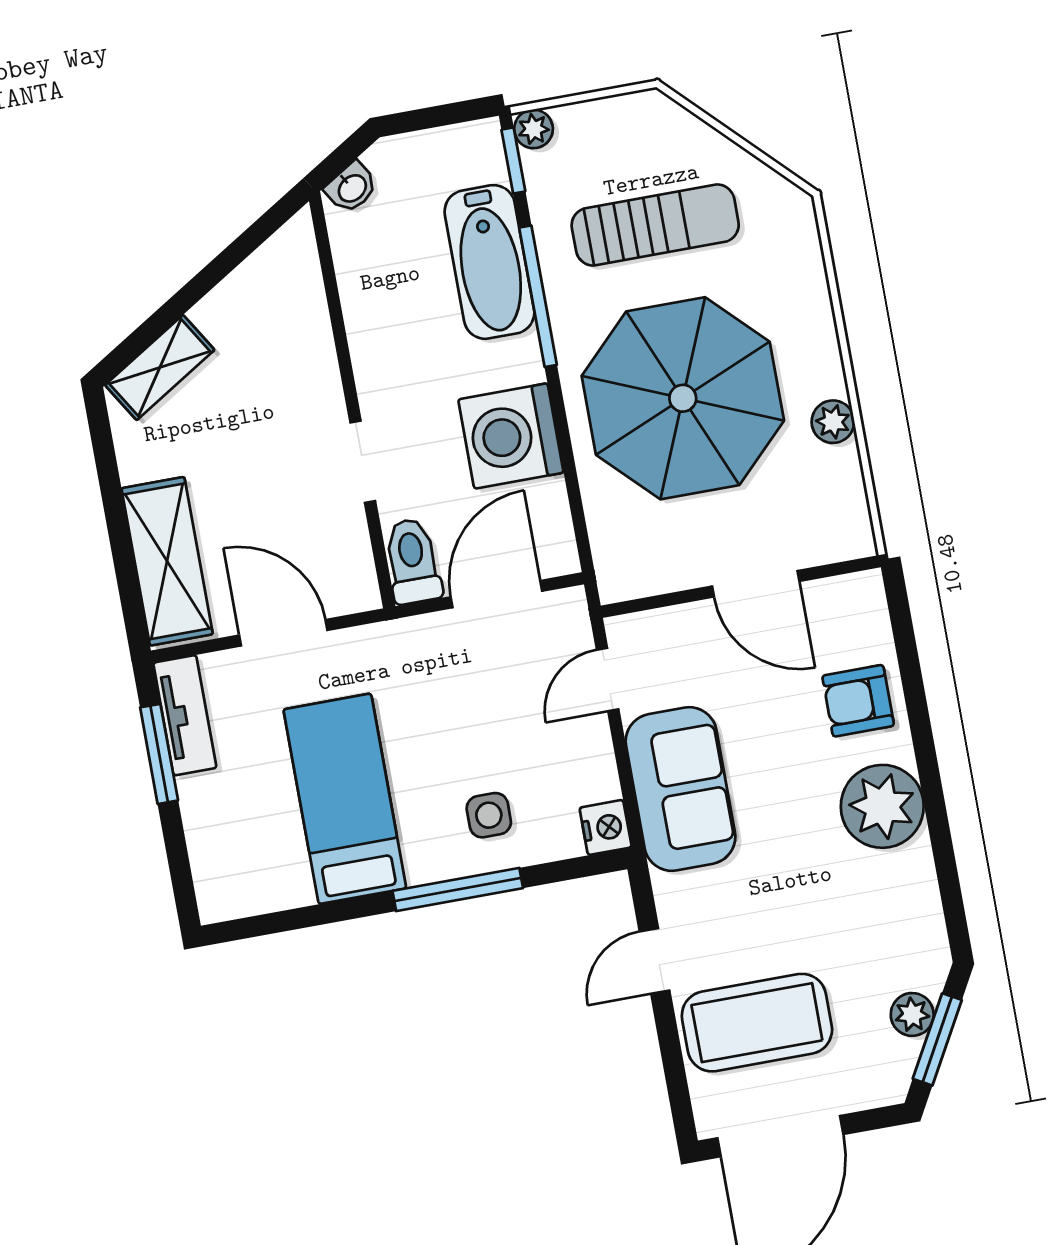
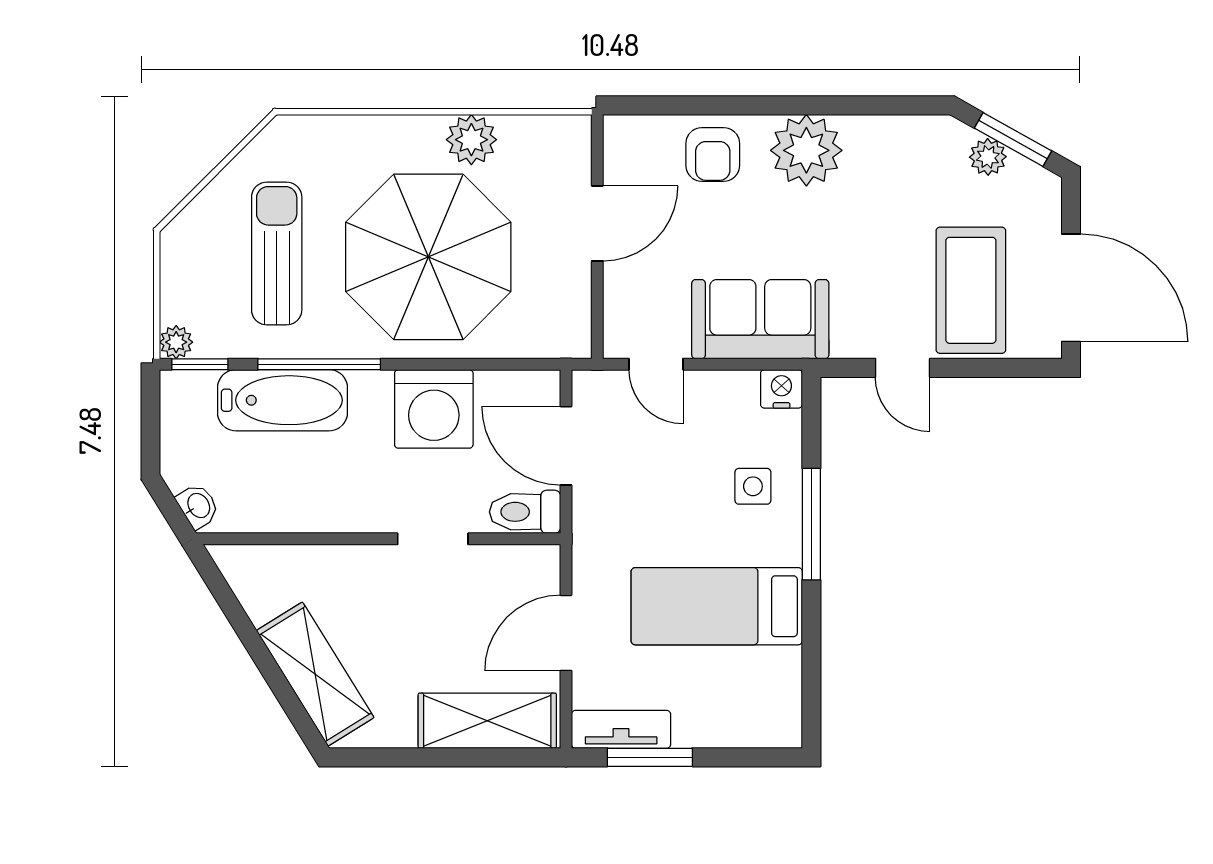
shelving: (160, 368) -> (315, 674), width x1.50, depth x1.33
plant: (833, 422) -> (471, 140), width x1.38, depth x1.38

